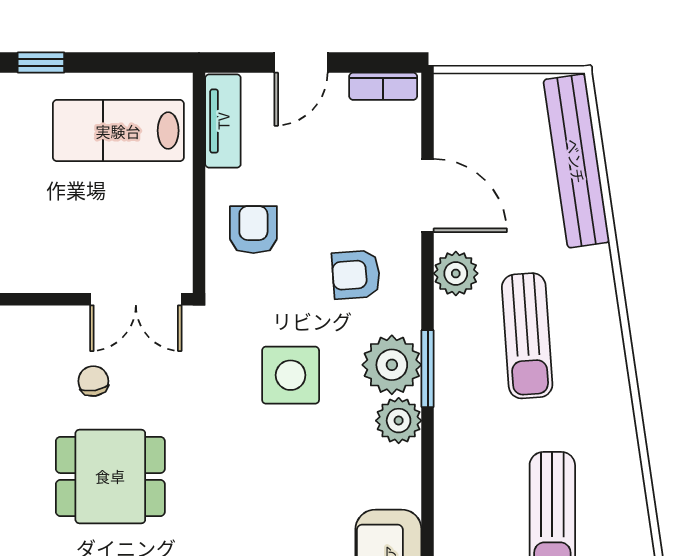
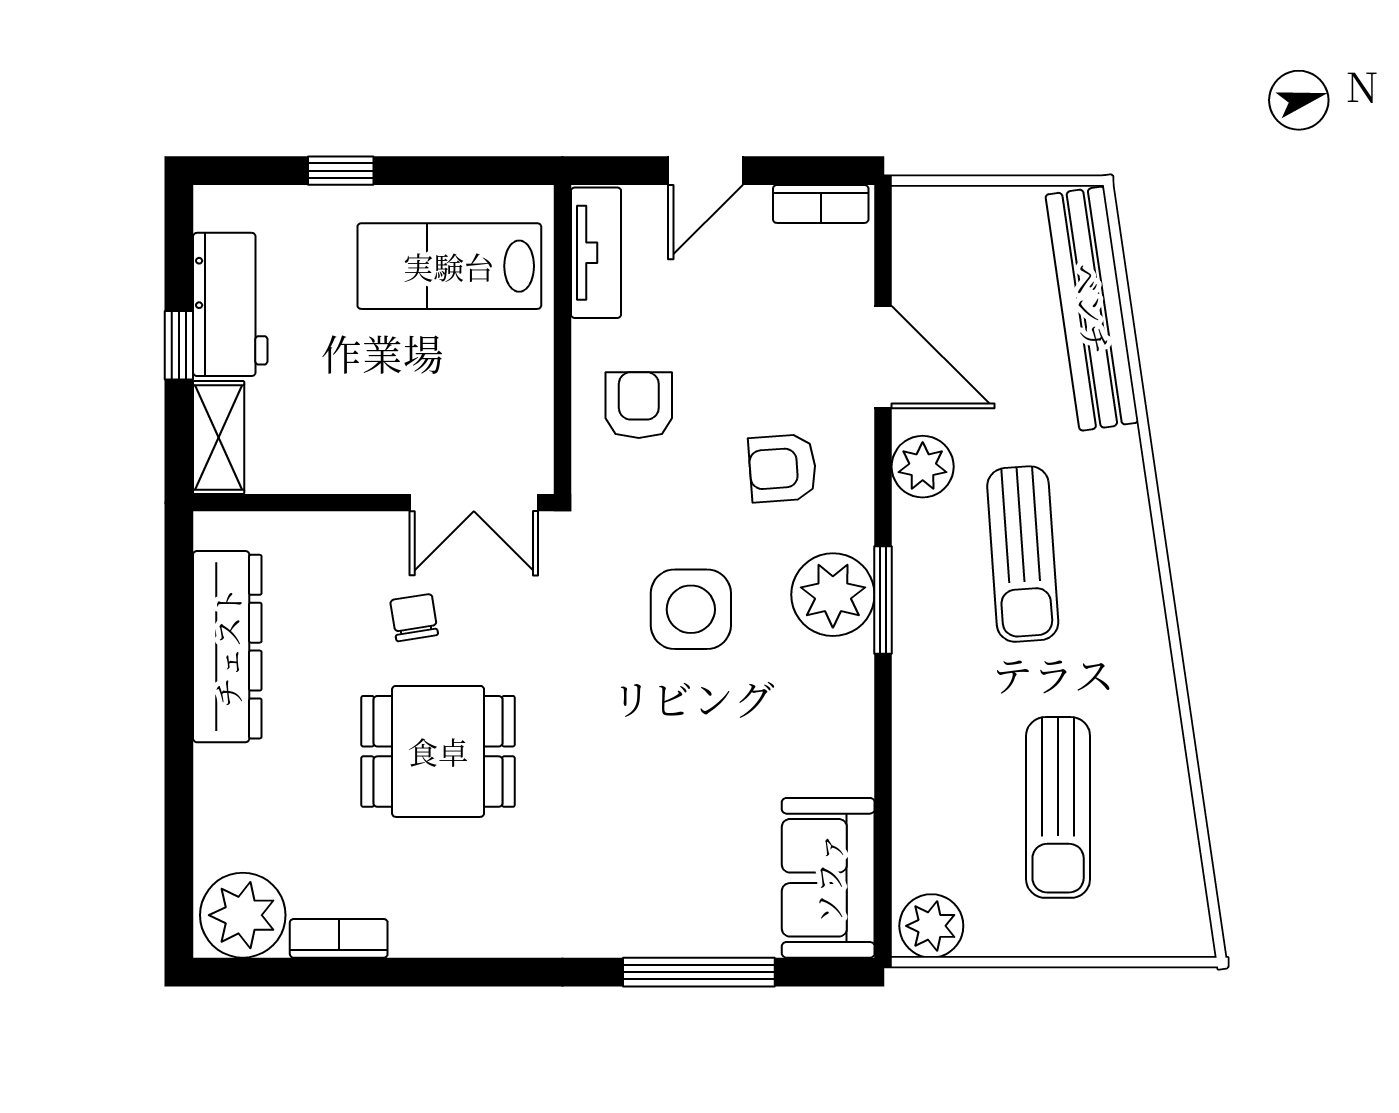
plant: (399, 421) -> (842, 673), removed

